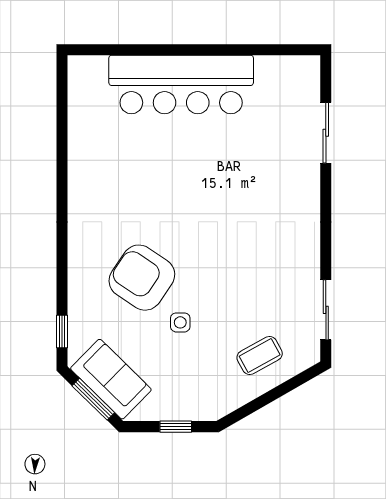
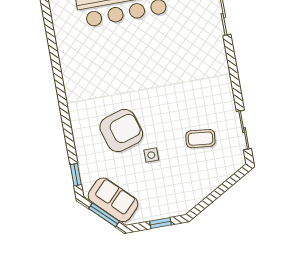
armchair: (142, 278) -> (121, 131), turned 129
coffee table: (260, 356) -> (200, 139), moved, turned 35

